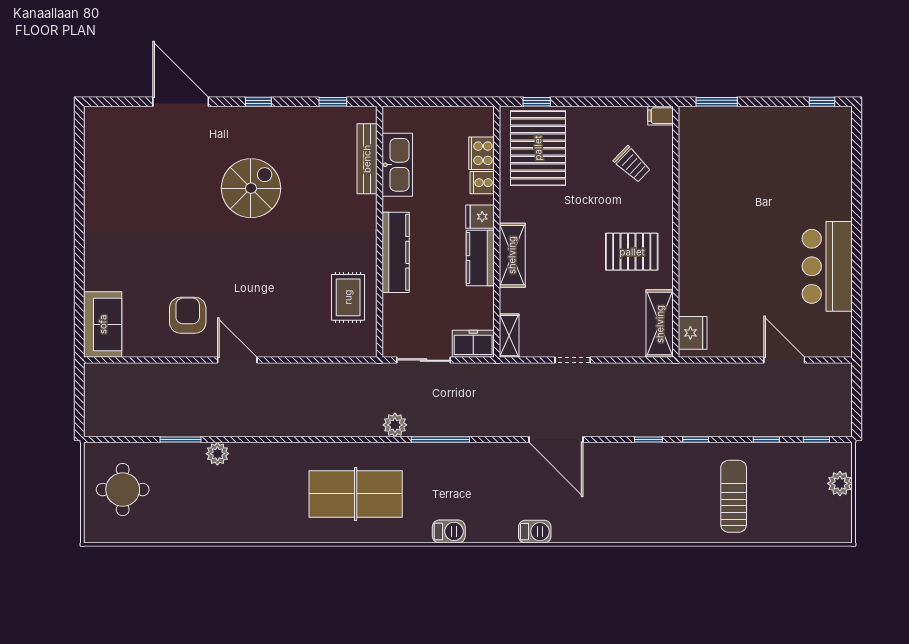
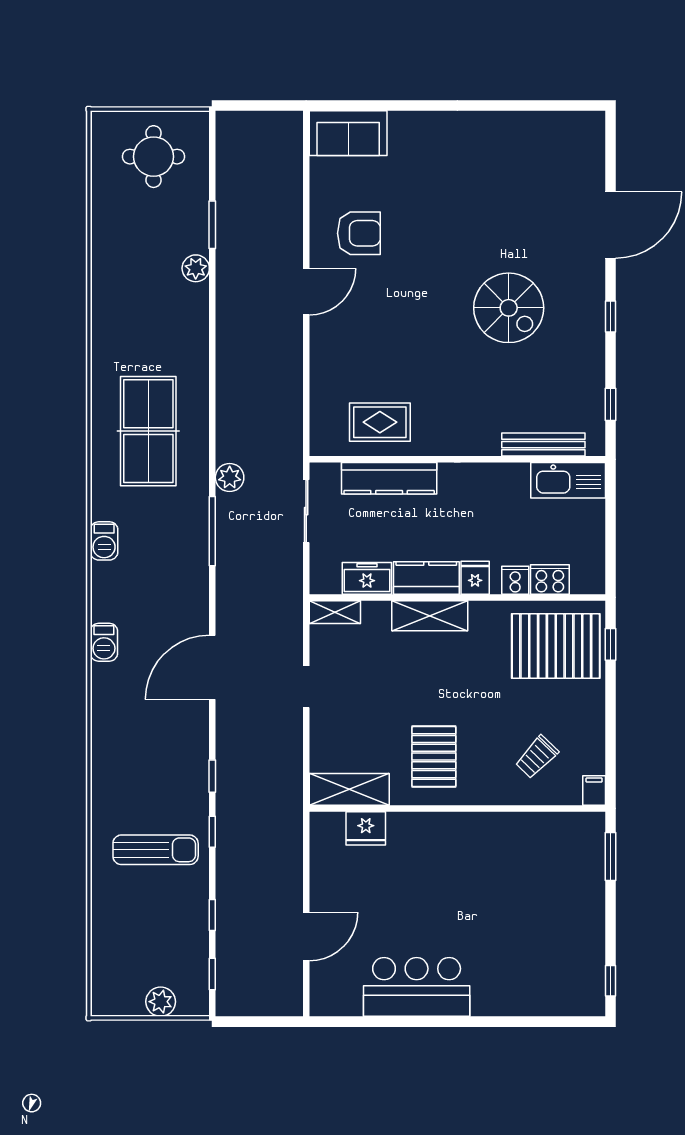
kitchen sink: (397, 165) -> (568, 480), moved
kitchen counter: (396, 252) -> (389, 478), moved
fridge: (693, 333) -> (366, 828), moved
freezer: (473, 344) -> (367, 578), moved, turned -90
sun lounger: (734, 496) -> (156, 850), moved

